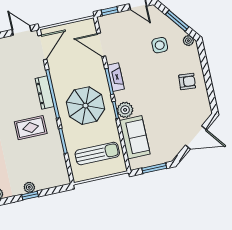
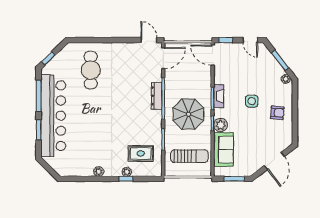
door: (101, 45) -> (213, 55), moved
side table: (160, 45) -> (252, 101), moved
rug: (31, 128) -> (141, 153), moved
door: (196, 138) -> (274, 161), hinge flipped

